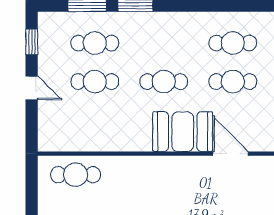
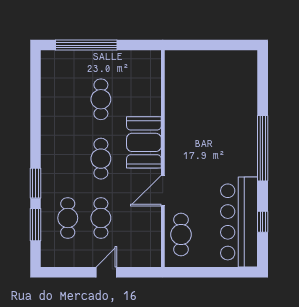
window: (32, 42) -> (67, 272), removed
cafe table: (233, 43) -> (68, 99), removed
door: (231, 154) -> (163, 191), moved

